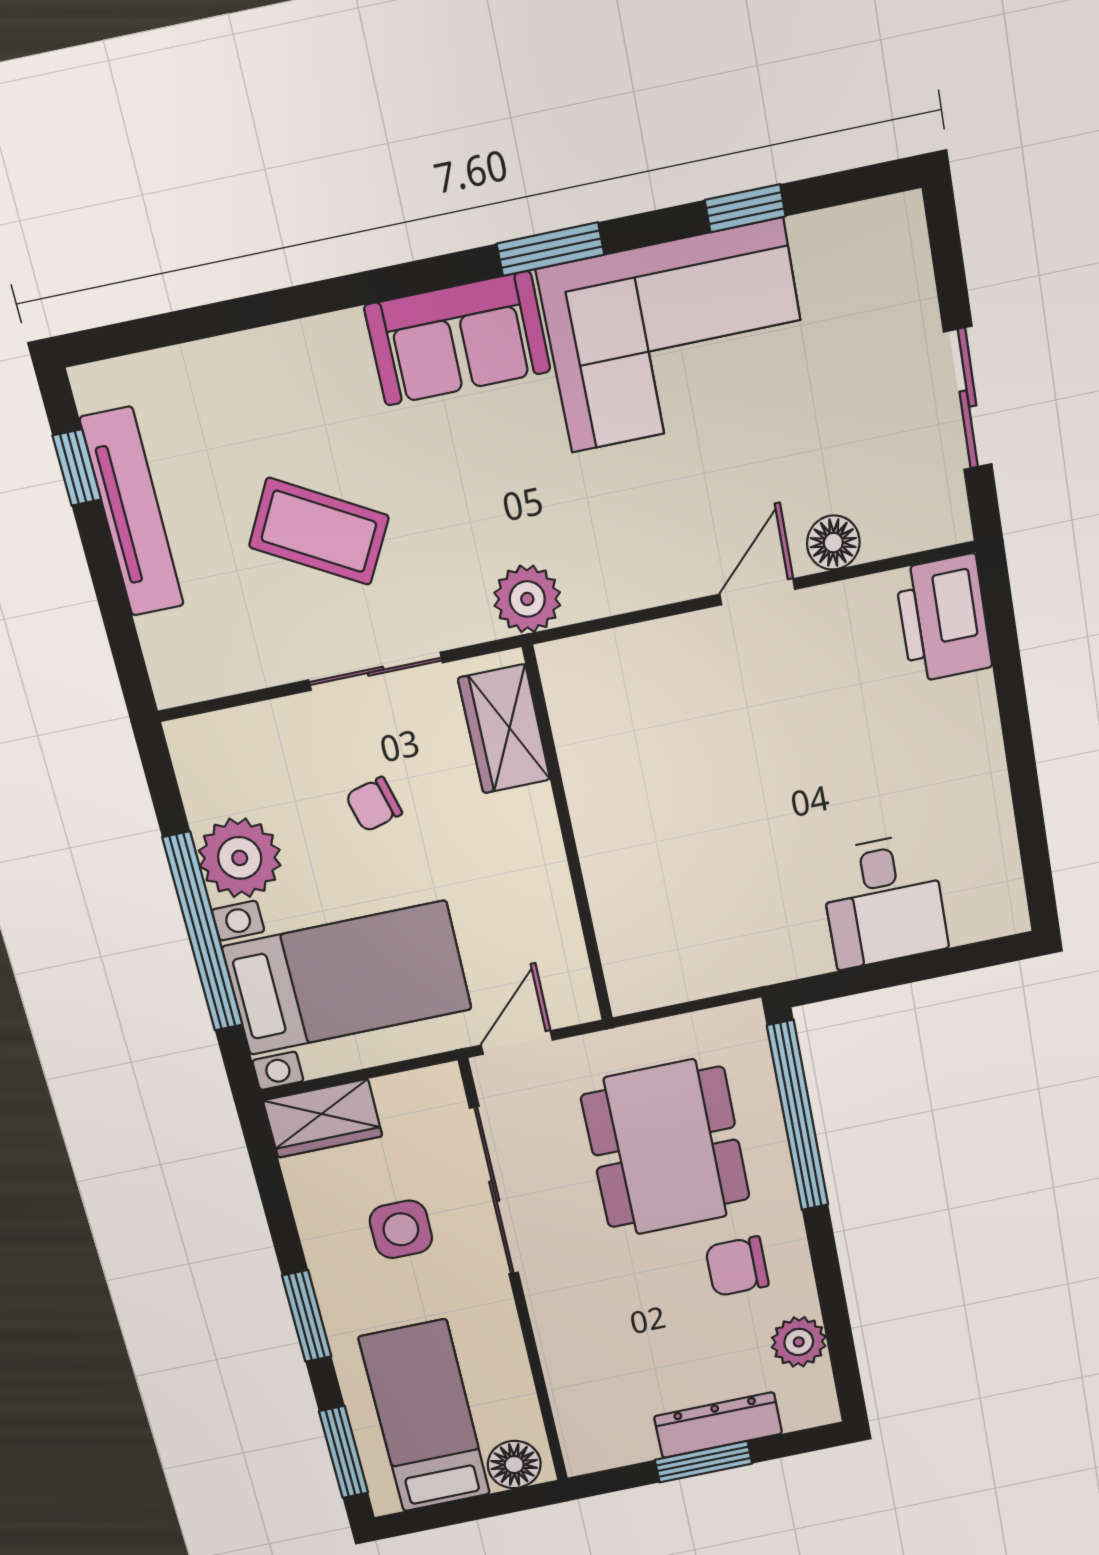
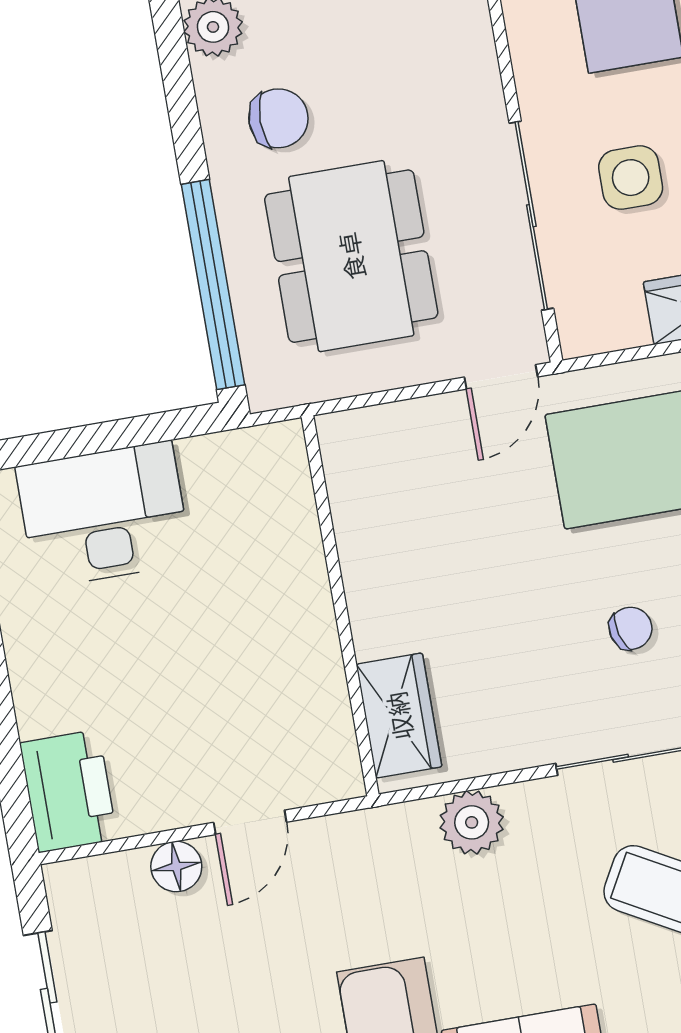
wardrobe: (504, 729) -> (399, 716), moved
wall: (568, 837) -> (340, 606), moved
desk: (884, 901) -> (104, 515), width x1.37

